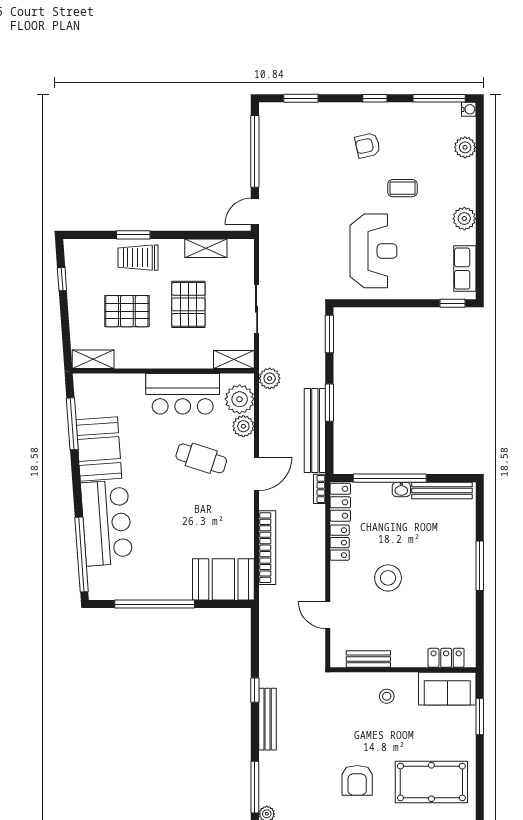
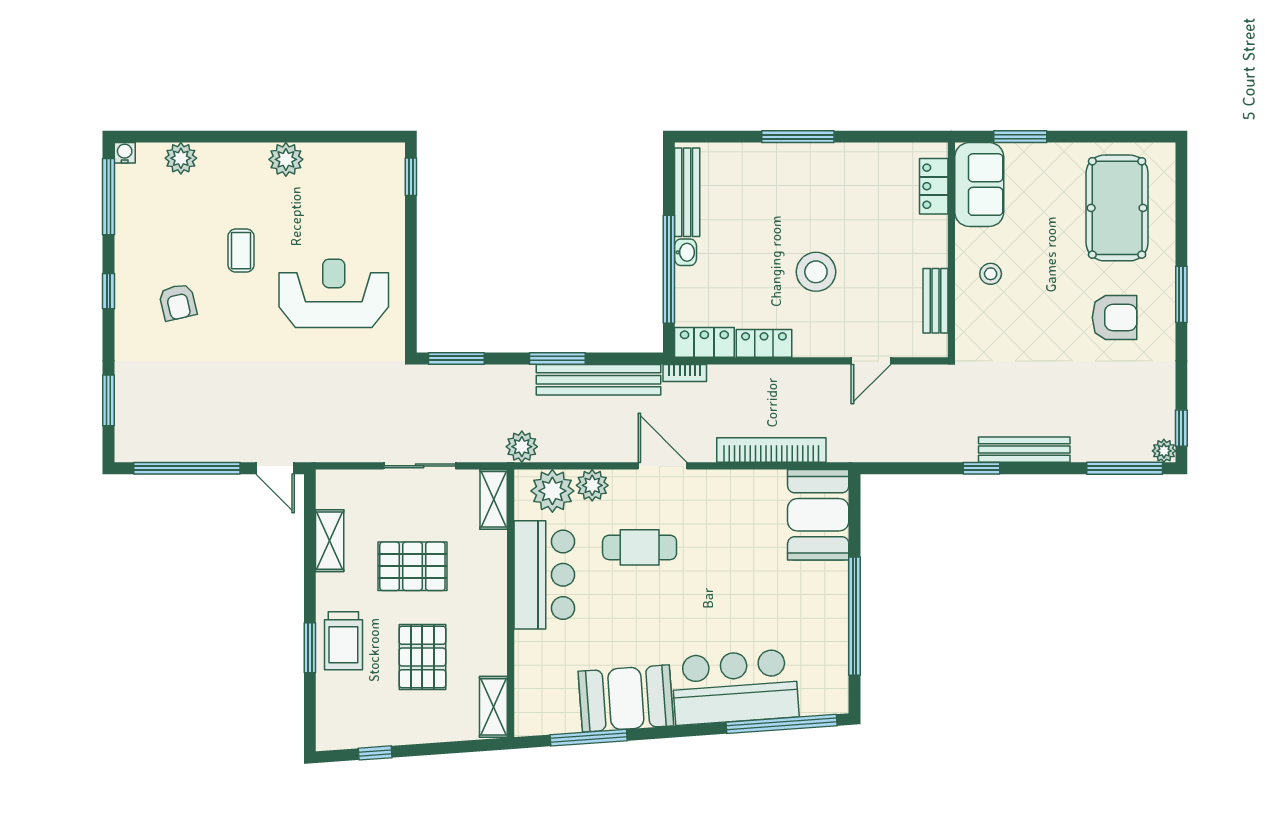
row of seats: (465, 269) -> (360, 159), removed
cafe table: (201, 458) -> (640, 547), turned 72

